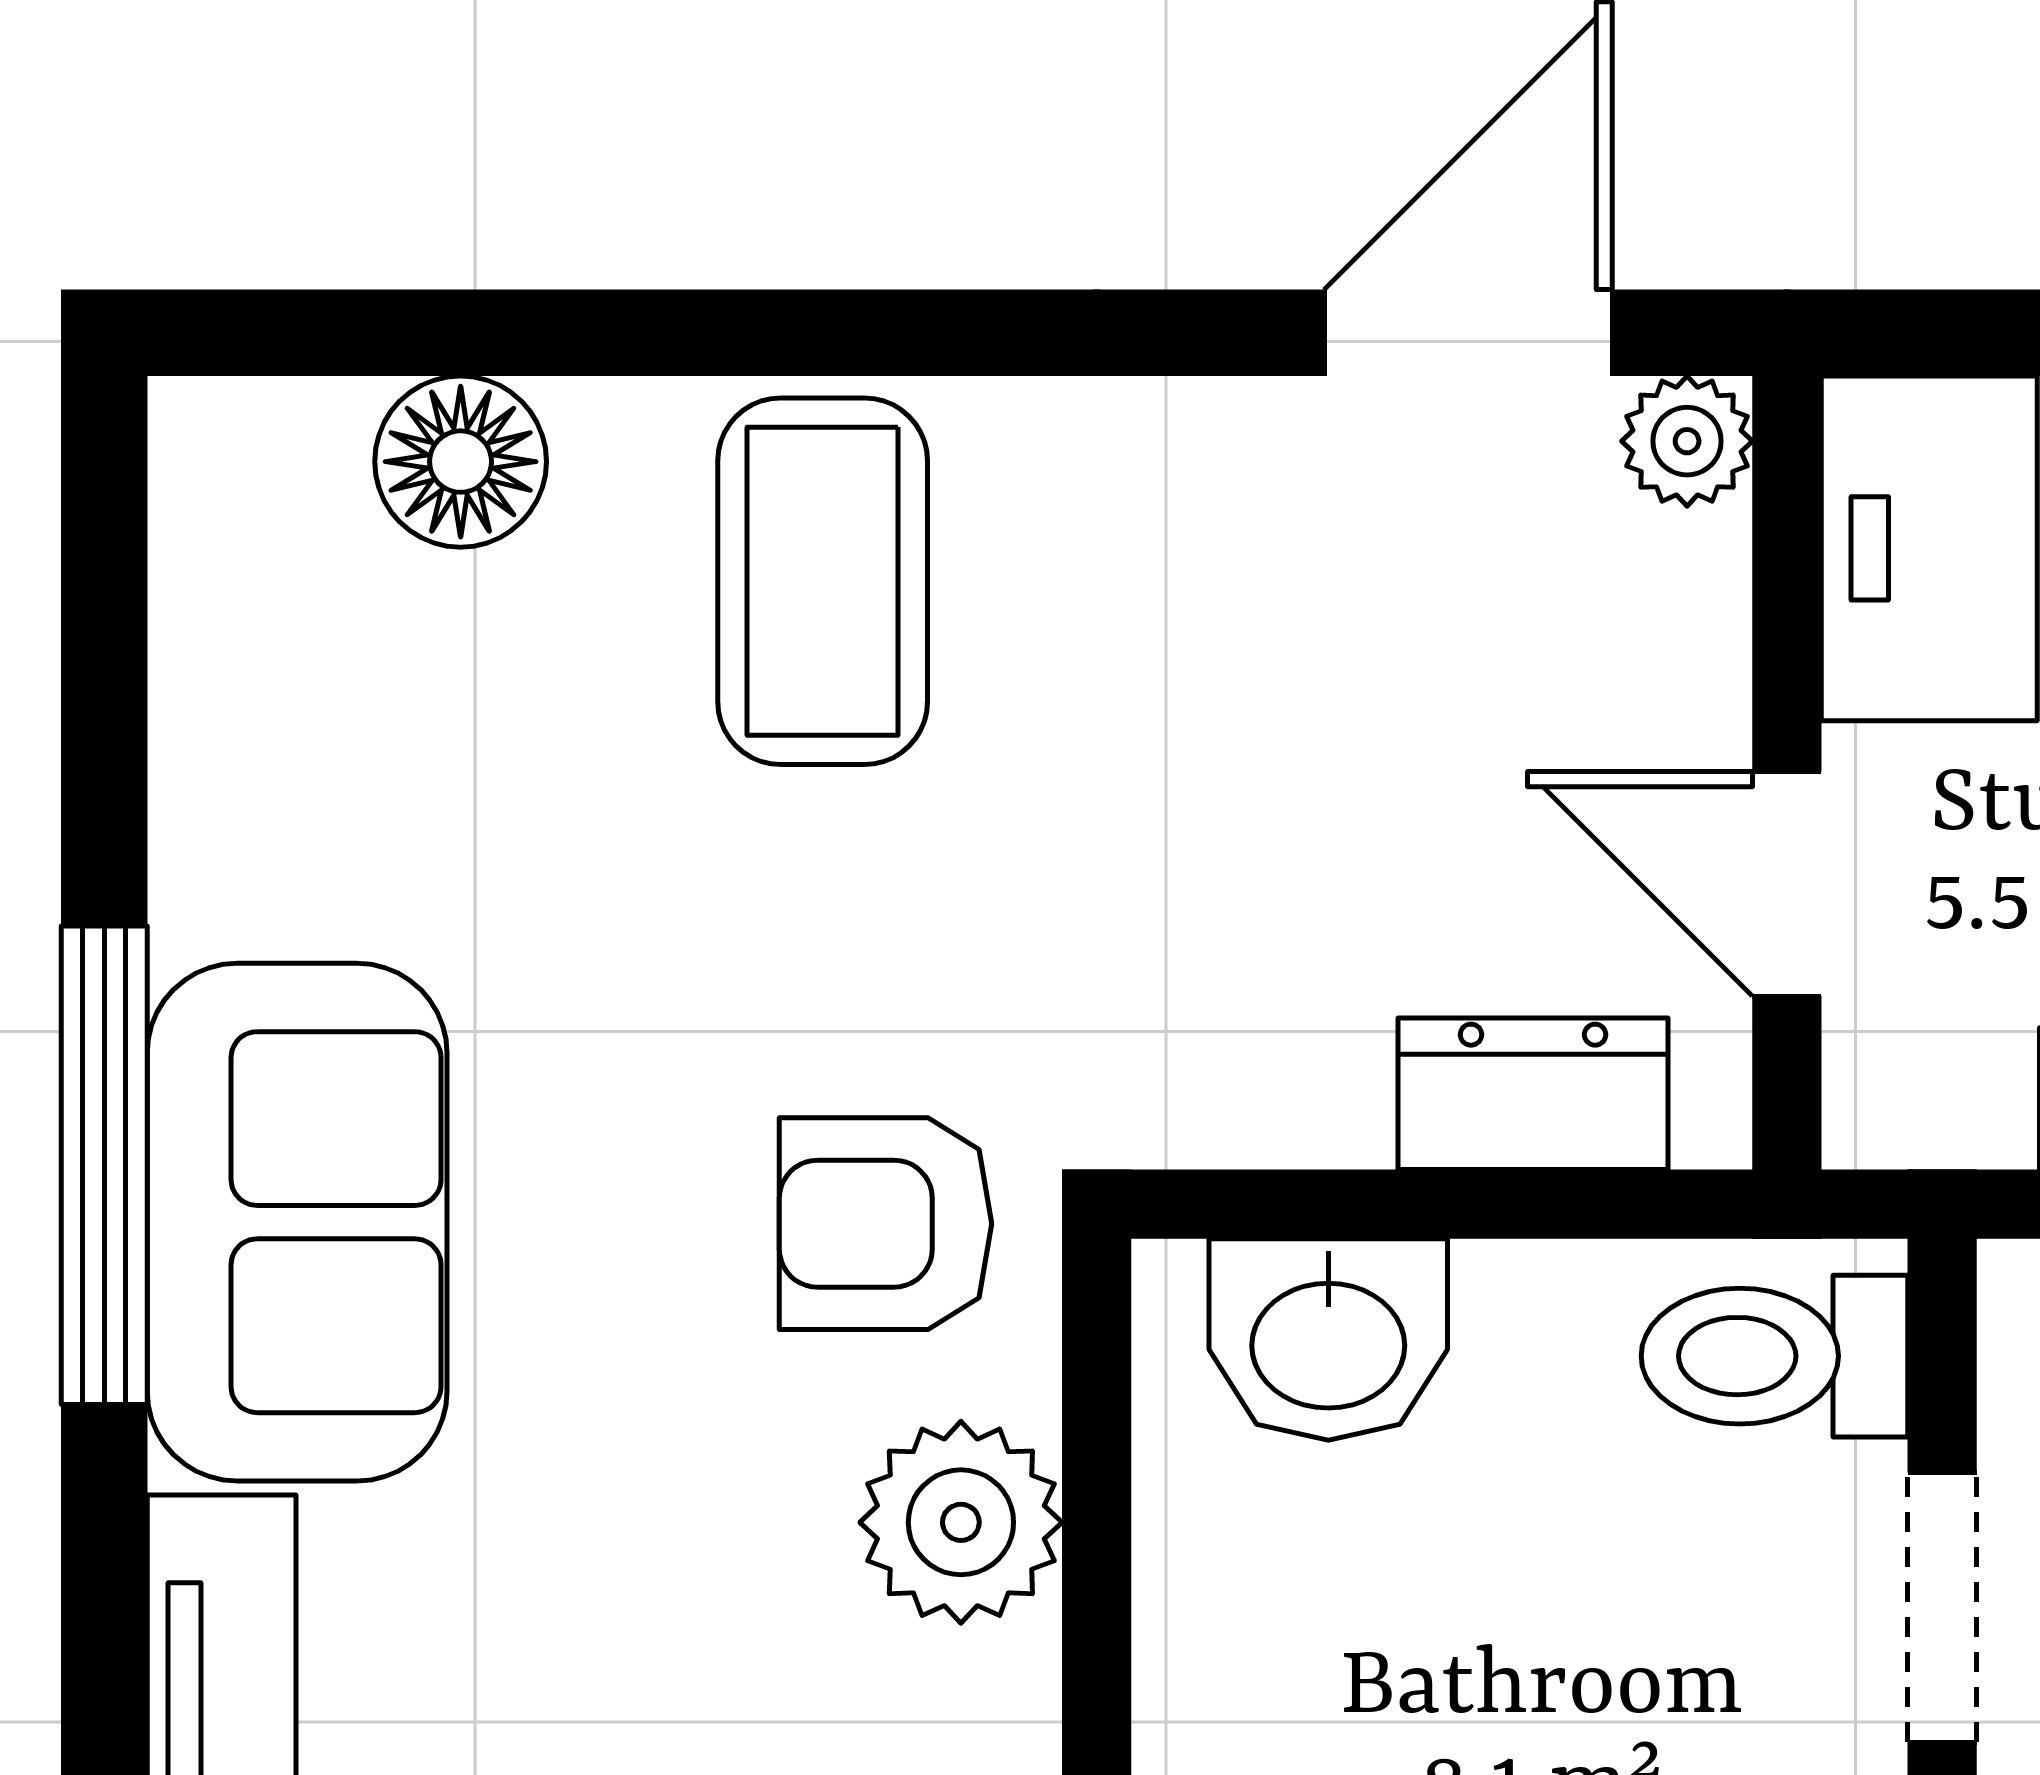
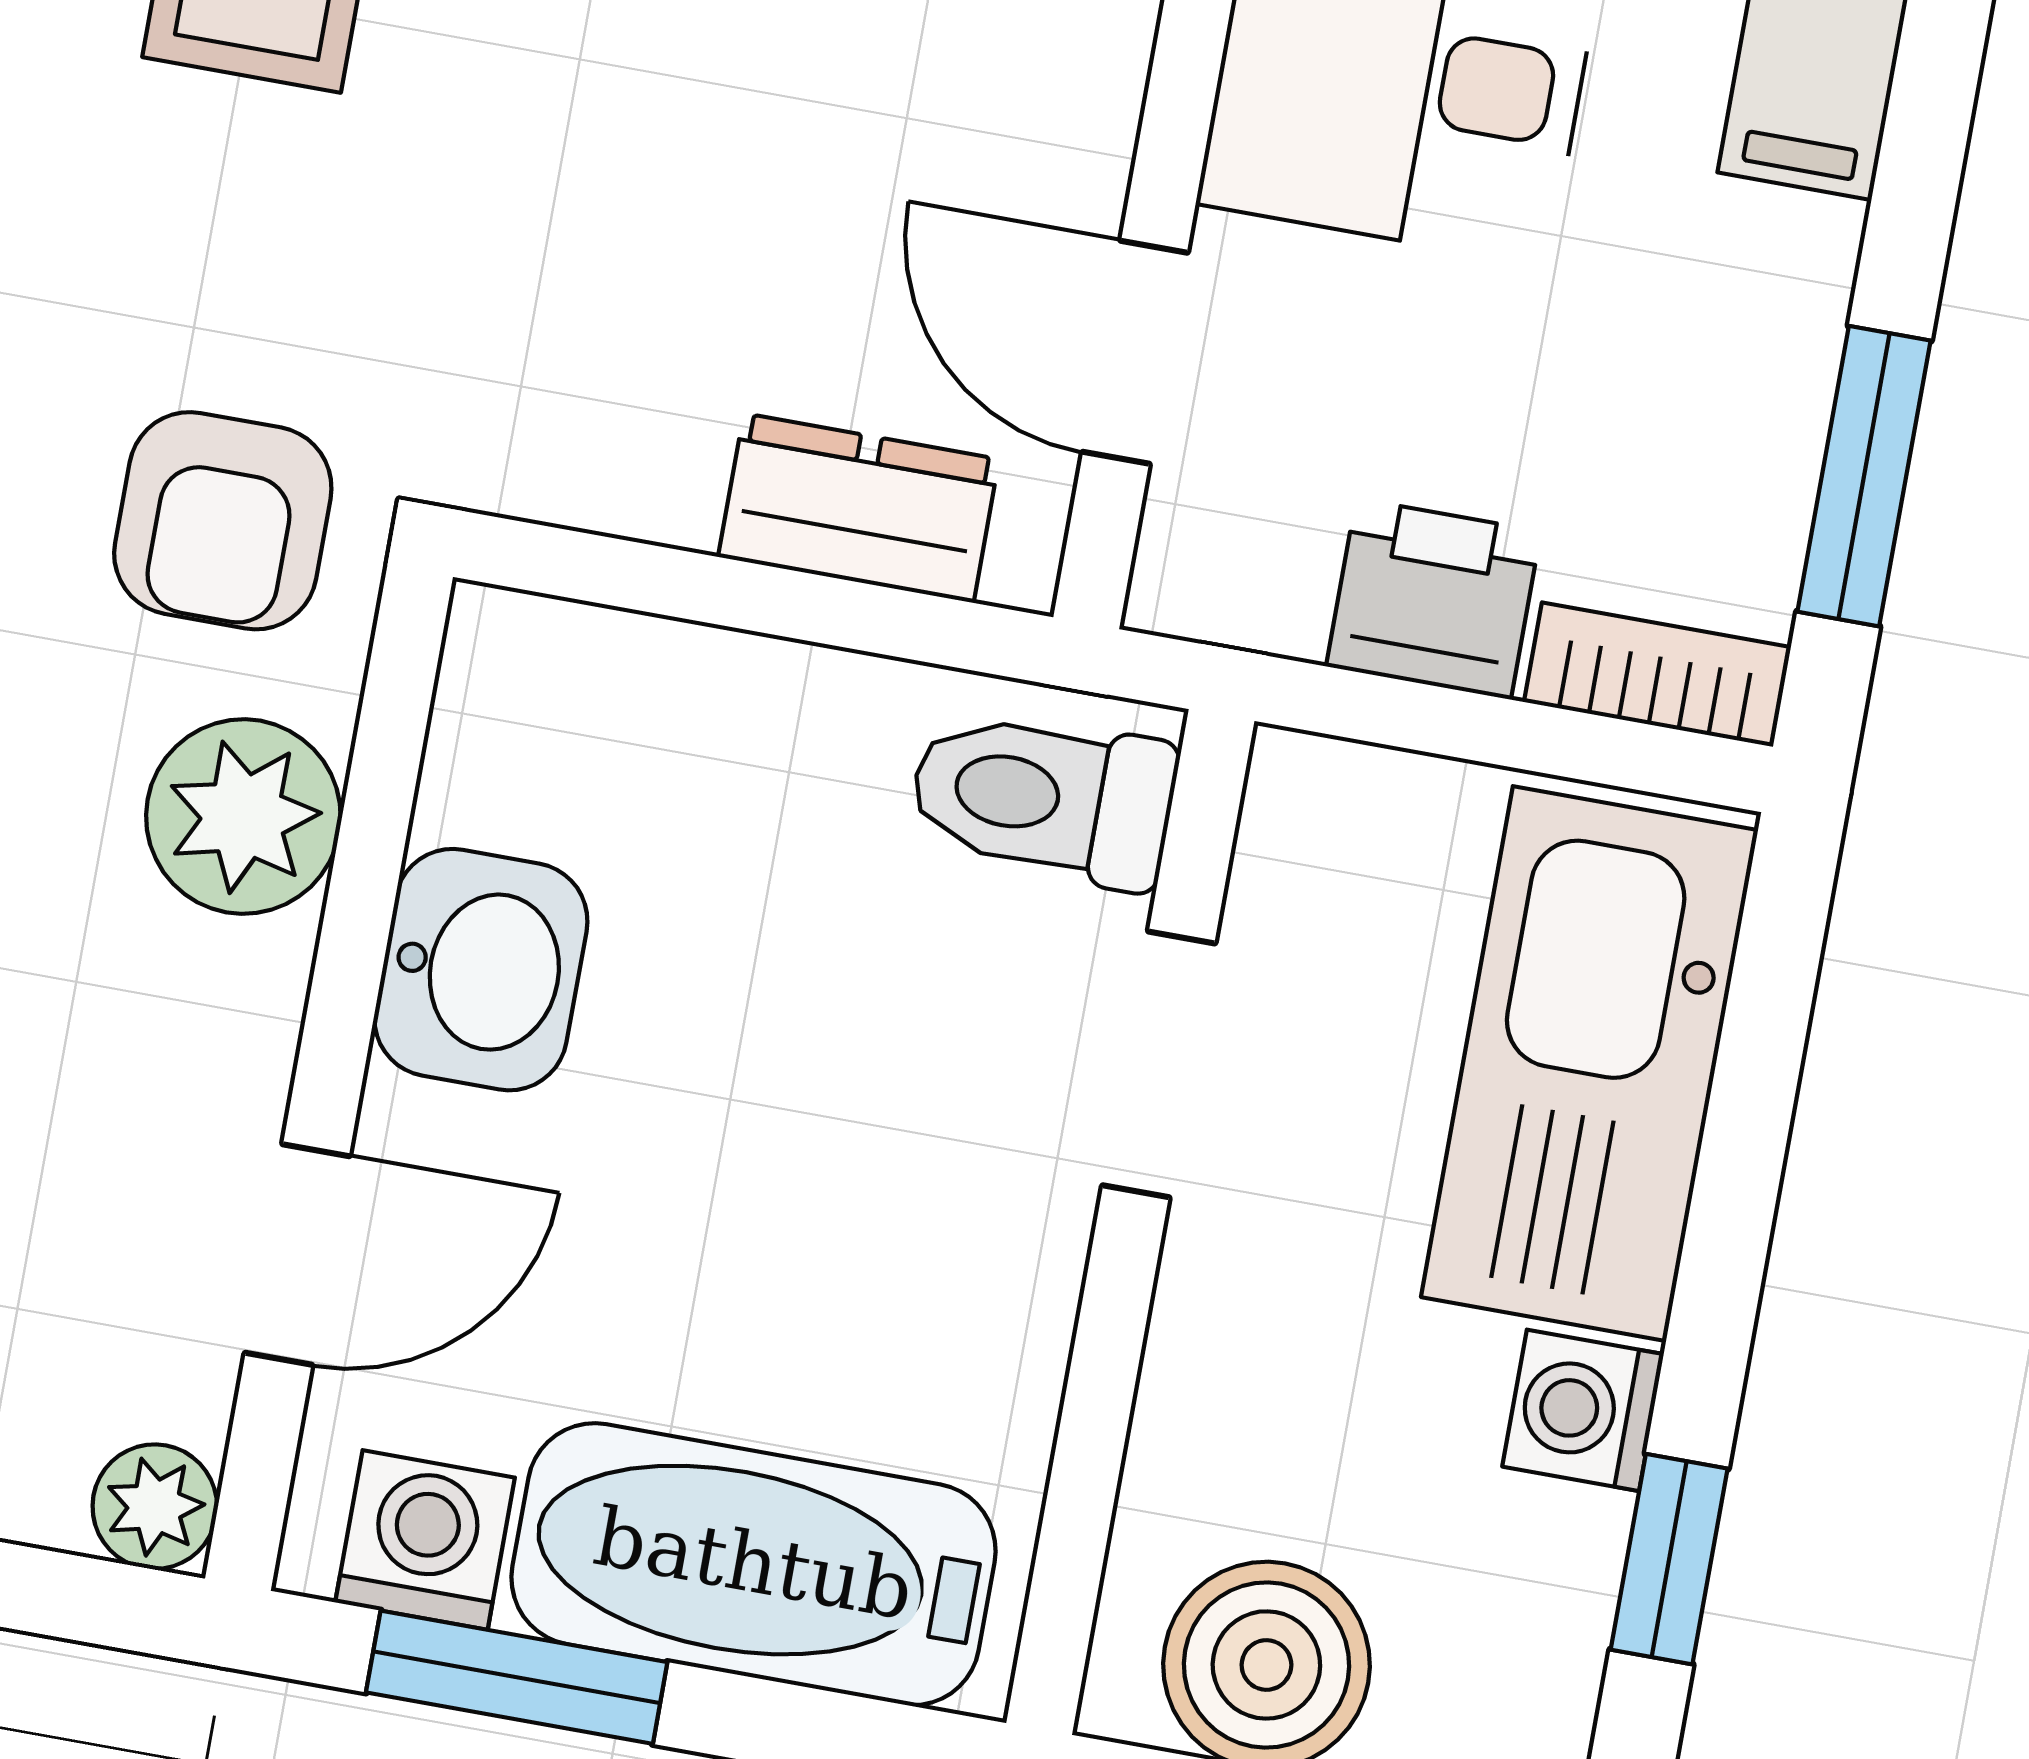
armchair: (886, 1224) -> (223, 521), turned -90
washbasin: (1328, 1340) -> (481, 970), moved, turned -90

